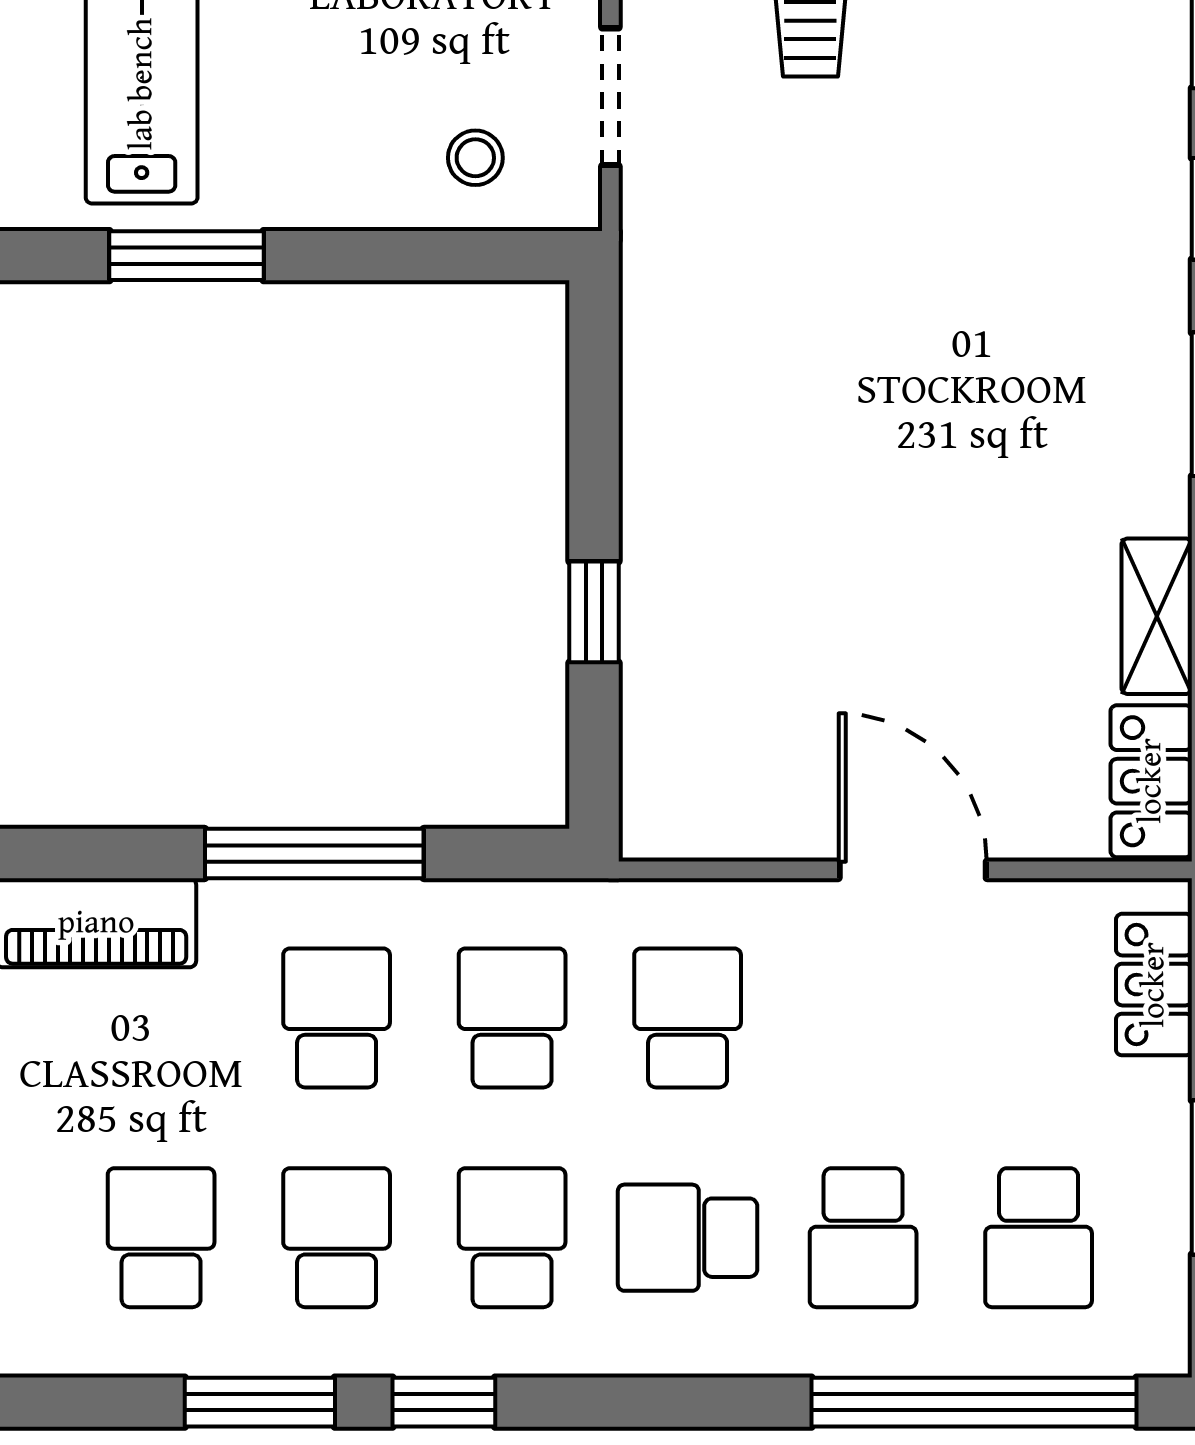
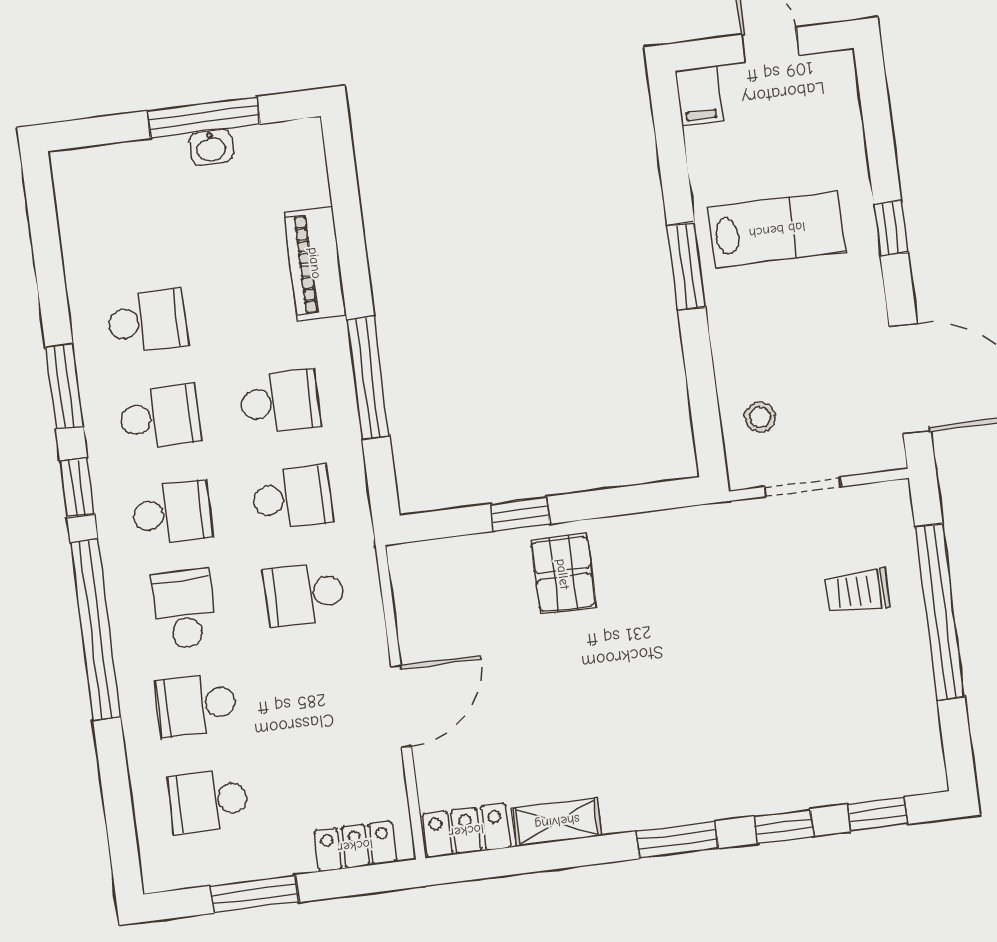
pallet: (712, 547) -> (563, 574), added
school desk: (688, 1018) -> (304, 594), turned 180
window: (974, 1402) -> (95, 630), moved

